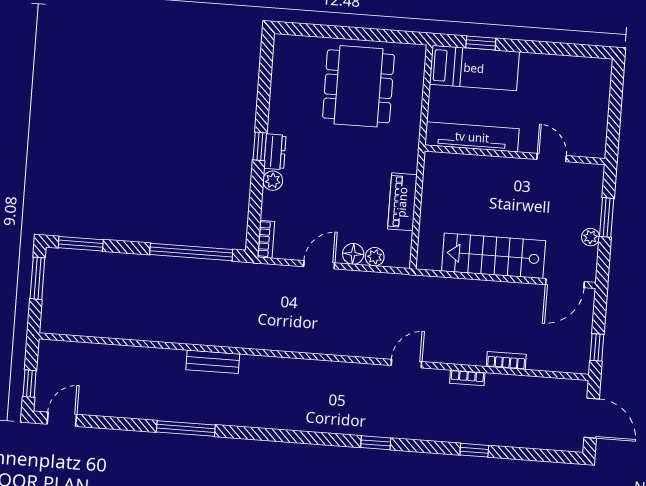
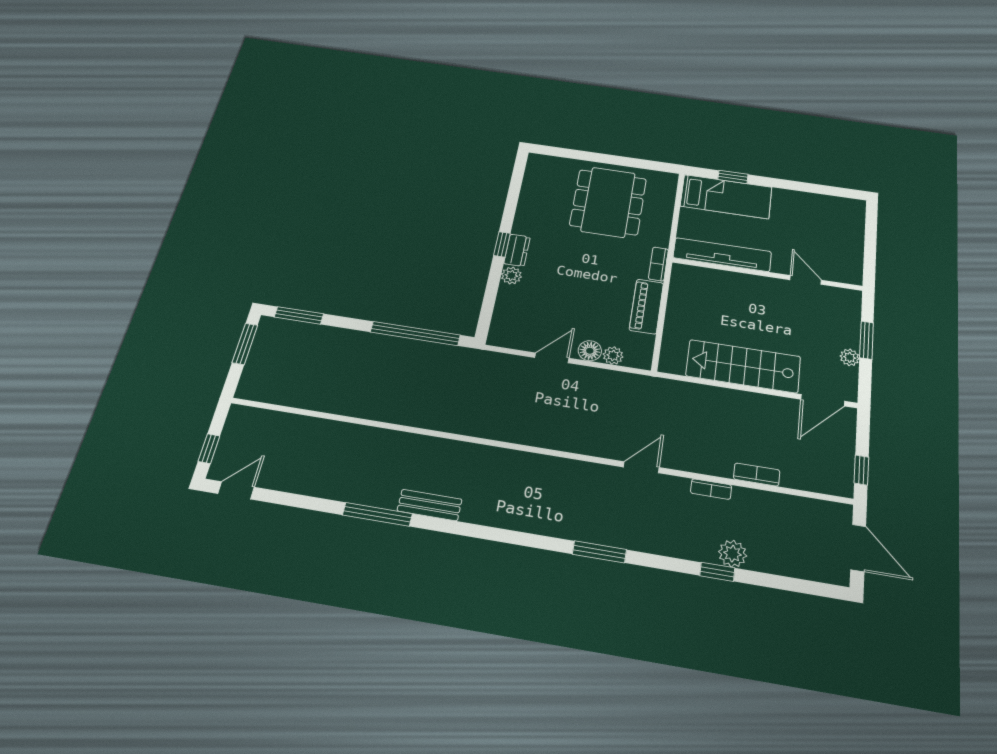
bookcase: (266, 239) -> (658, 264), moved, turned 180
bench: (213, 362) -> (430, 505), moved
plant: (487, 433) -> (733, 554), added
window: (376, 443) -> (599, 552), width x1.50

